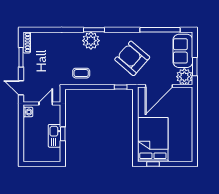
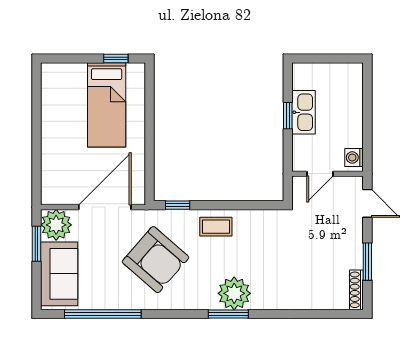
coffee table: (81, 73) -> (216, 227), moved
bed: (153, 140) -> (107, 105), width x0.67

